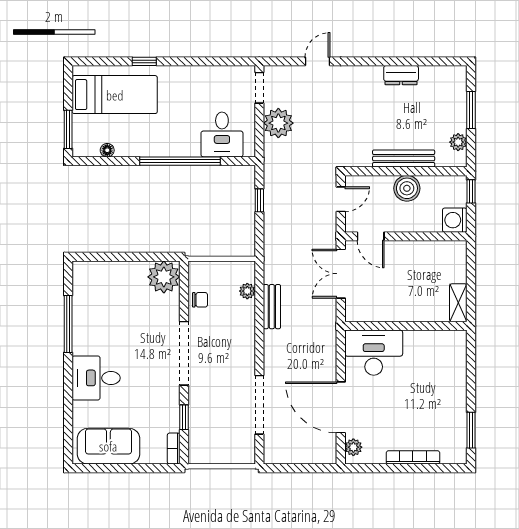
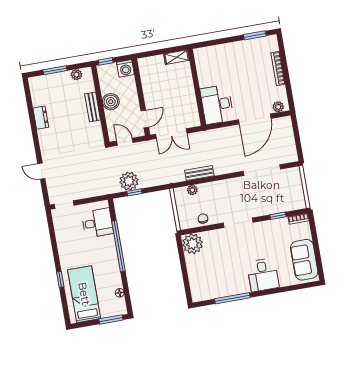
plant: (278, 123) -> (129, 181), moved
bench: (404, 159) -> (93, 107), width x0.73
doorway: (184, 353) -> (238, 223), width x0.73

